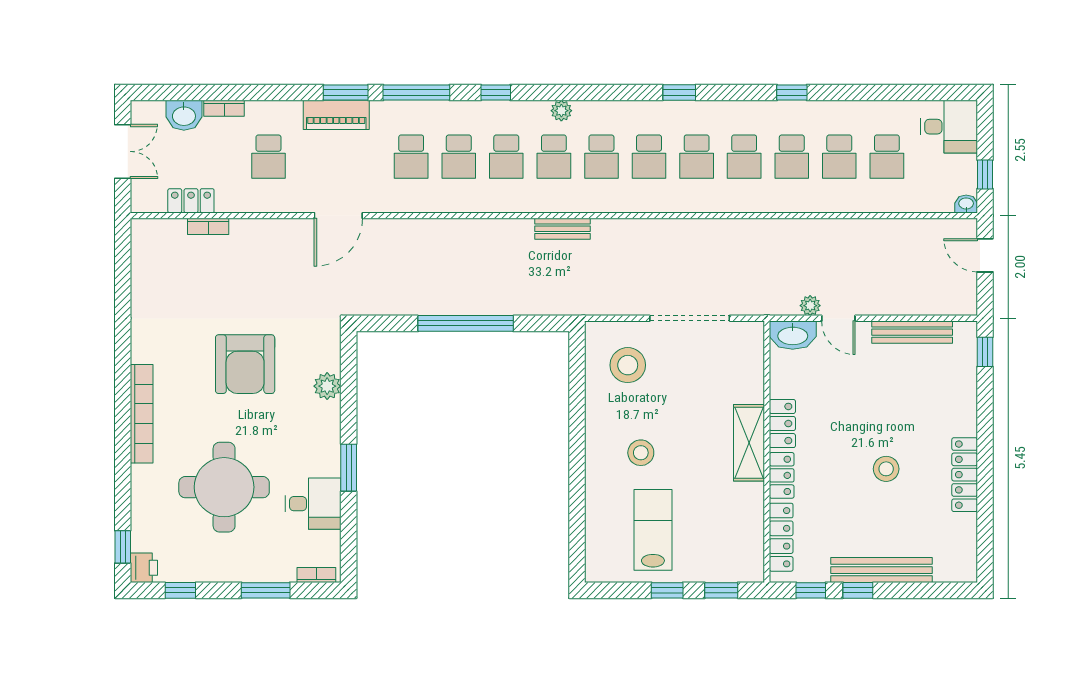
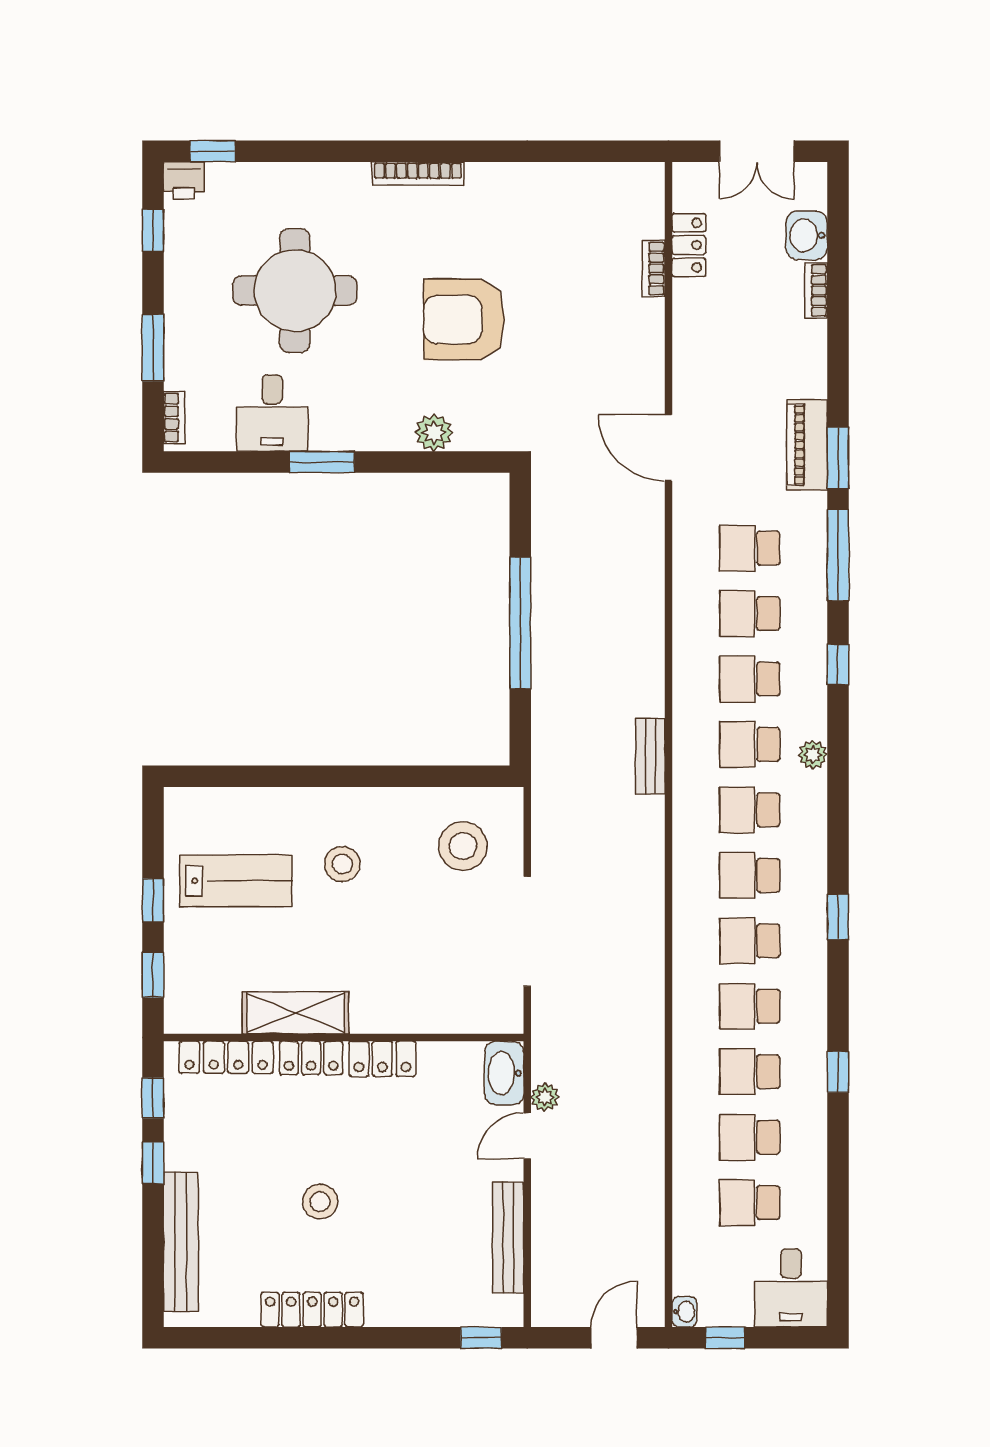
school desk: (268, 157) -> (750, 352), removed
bookcase: (142, 414) -> (418, 174), width x0.68, depth x0.76
shelving: (749, 443) -> (296, 1013), moved
bench: (881, 570) -> (181, 1242), moved

